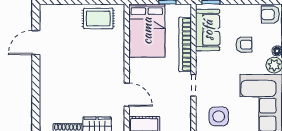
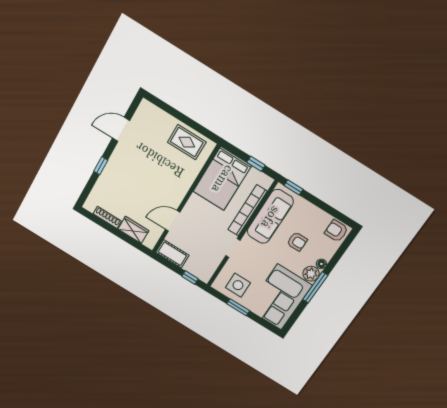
sofa: (208, 30) -> (270, 217), width x1.36
window: (36, 85) -> (101, 166), added
door: (127, 95) -> (173, 221), swing flipped

